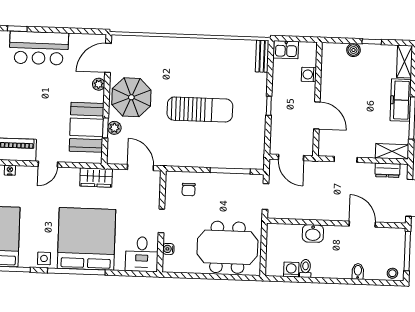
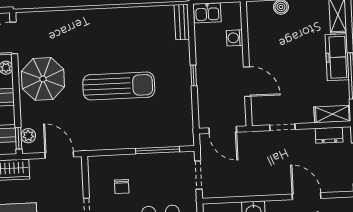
window: (105, 128) -> (19, 138), moved
plant: (114, 128) -> (28, 136), moved
chair: (189, 190) -> (122, 186), moved

